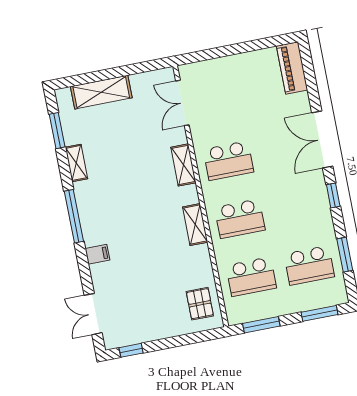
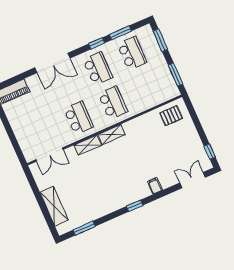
shelving: (76, 163) -> (101, 212), removed
window: (333, 196) -> (97, 43), moved
window: (74, 216) -> (135, 206), width x0.46
shelving: (195, 225) -> (112, 135), moved
school desk: (251, 277) -> (98, 68), moved
double door: (93, 314) -> (193, 180), swing flipped

